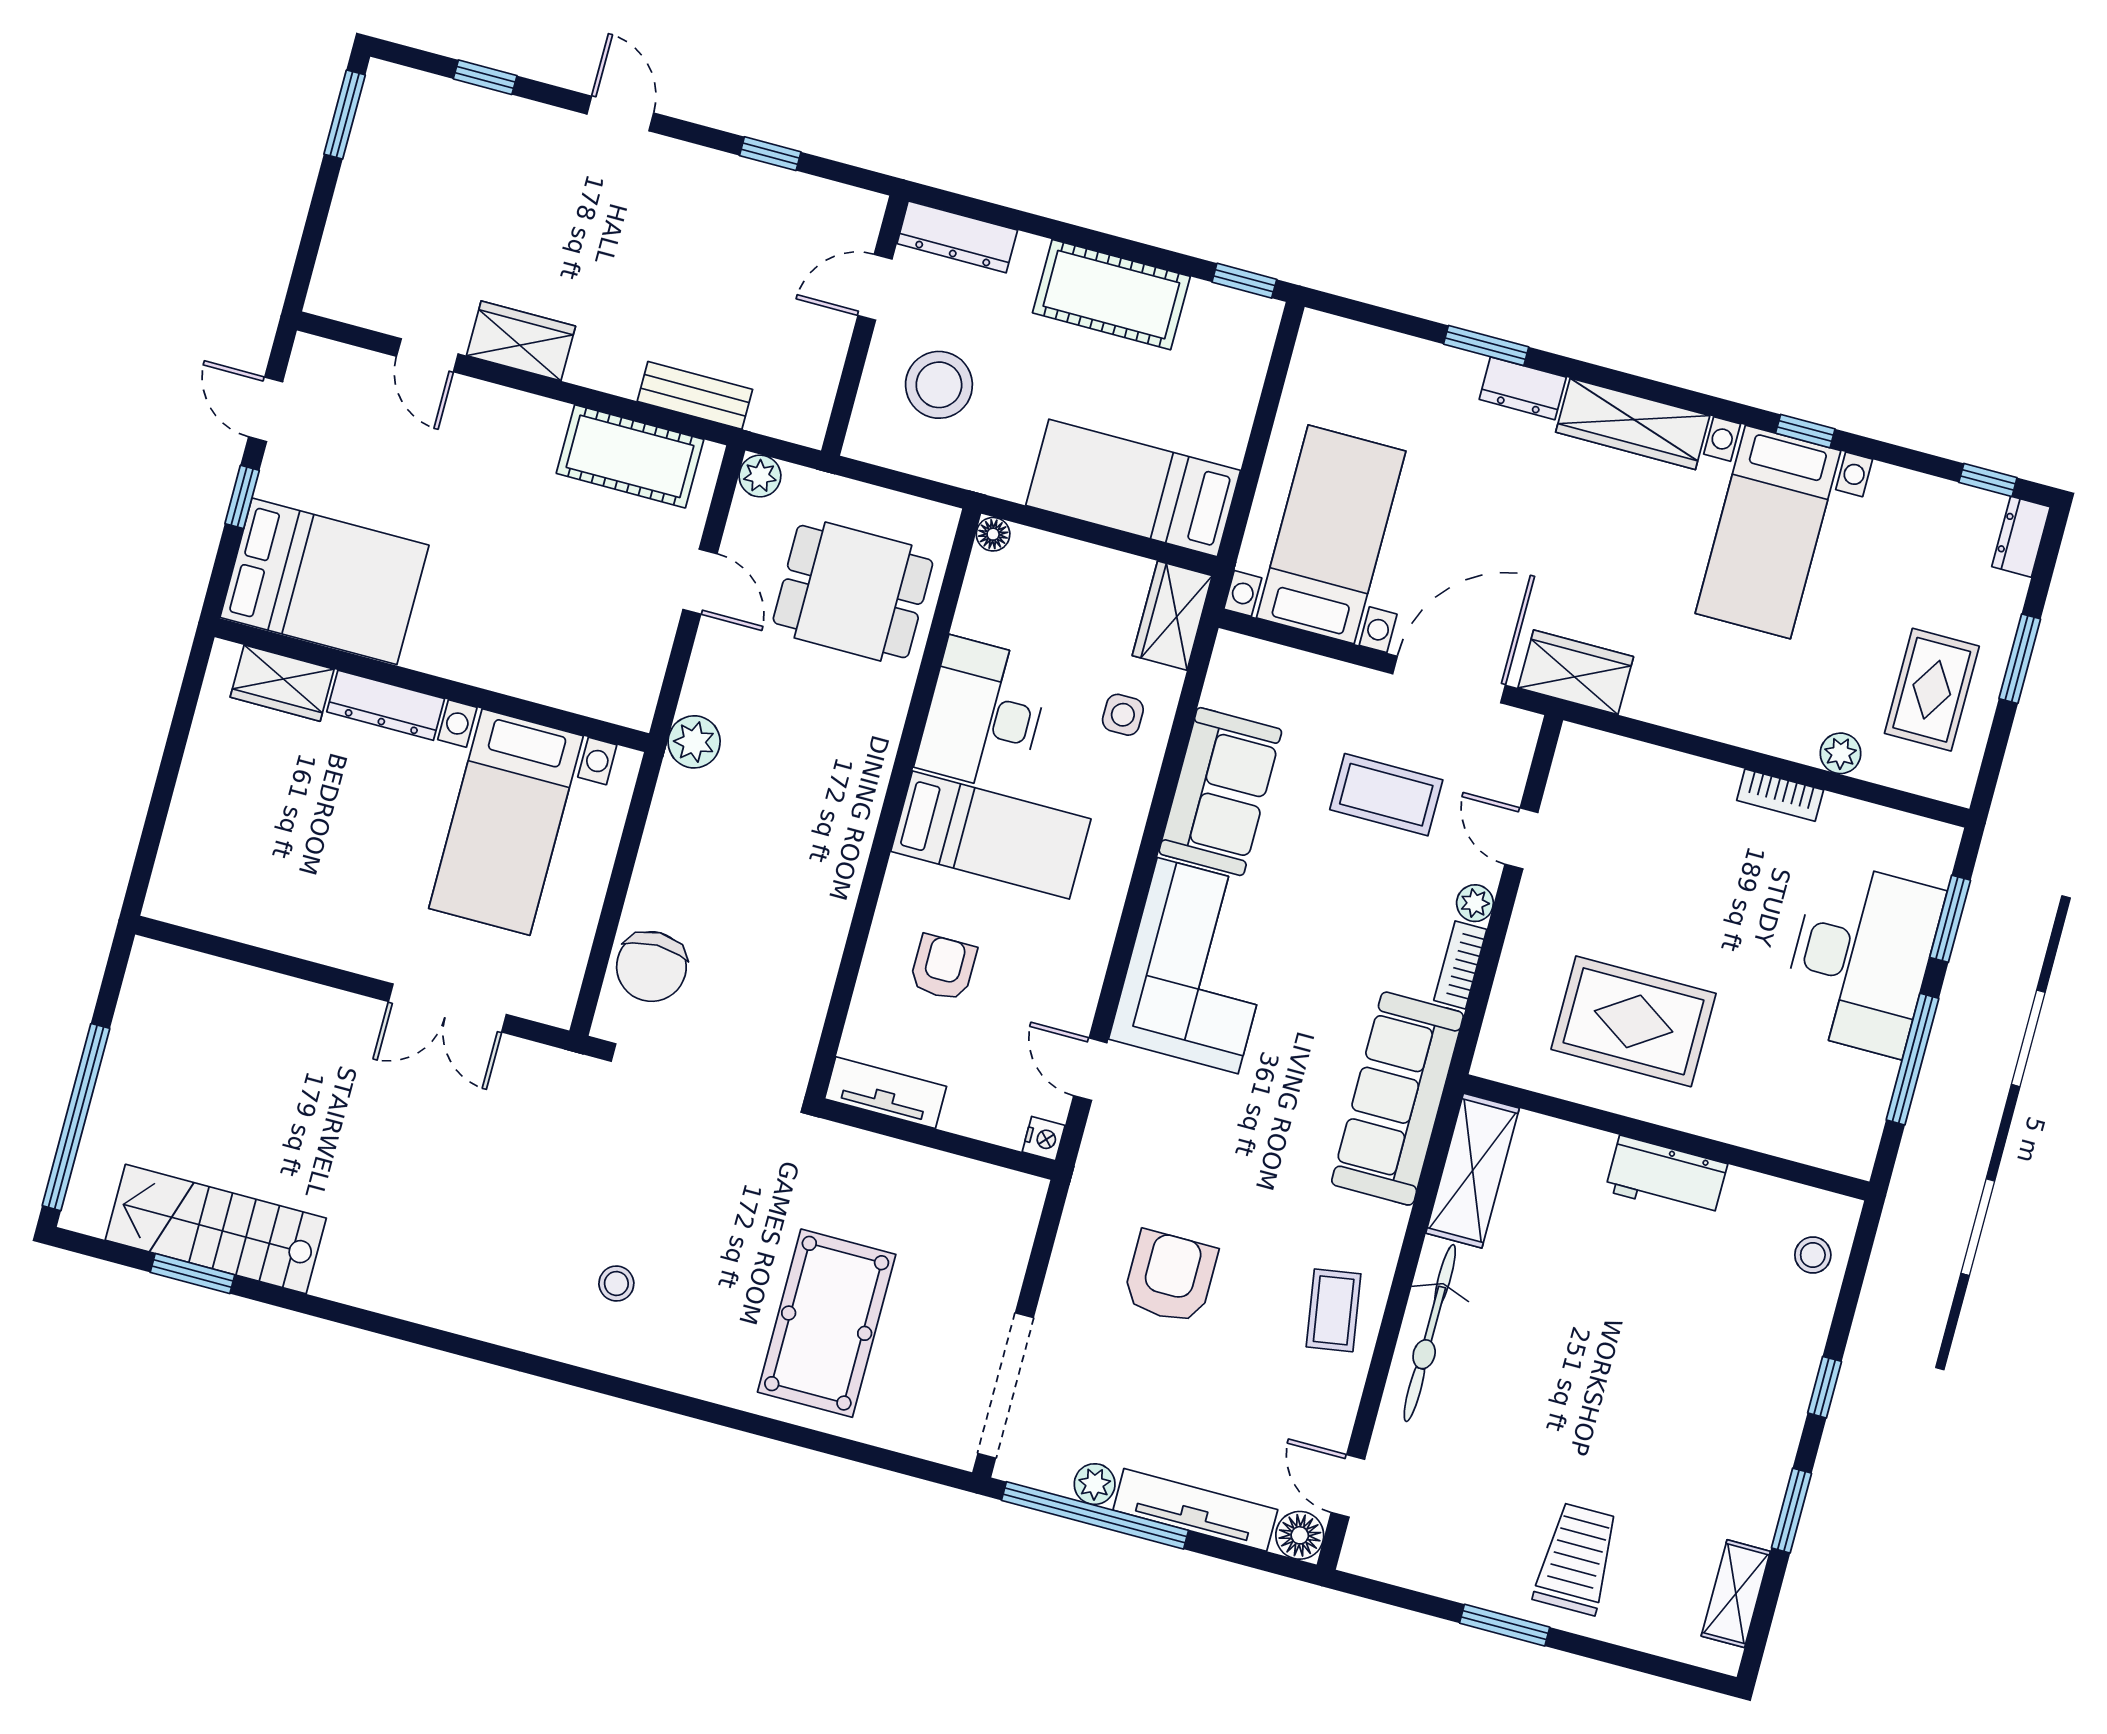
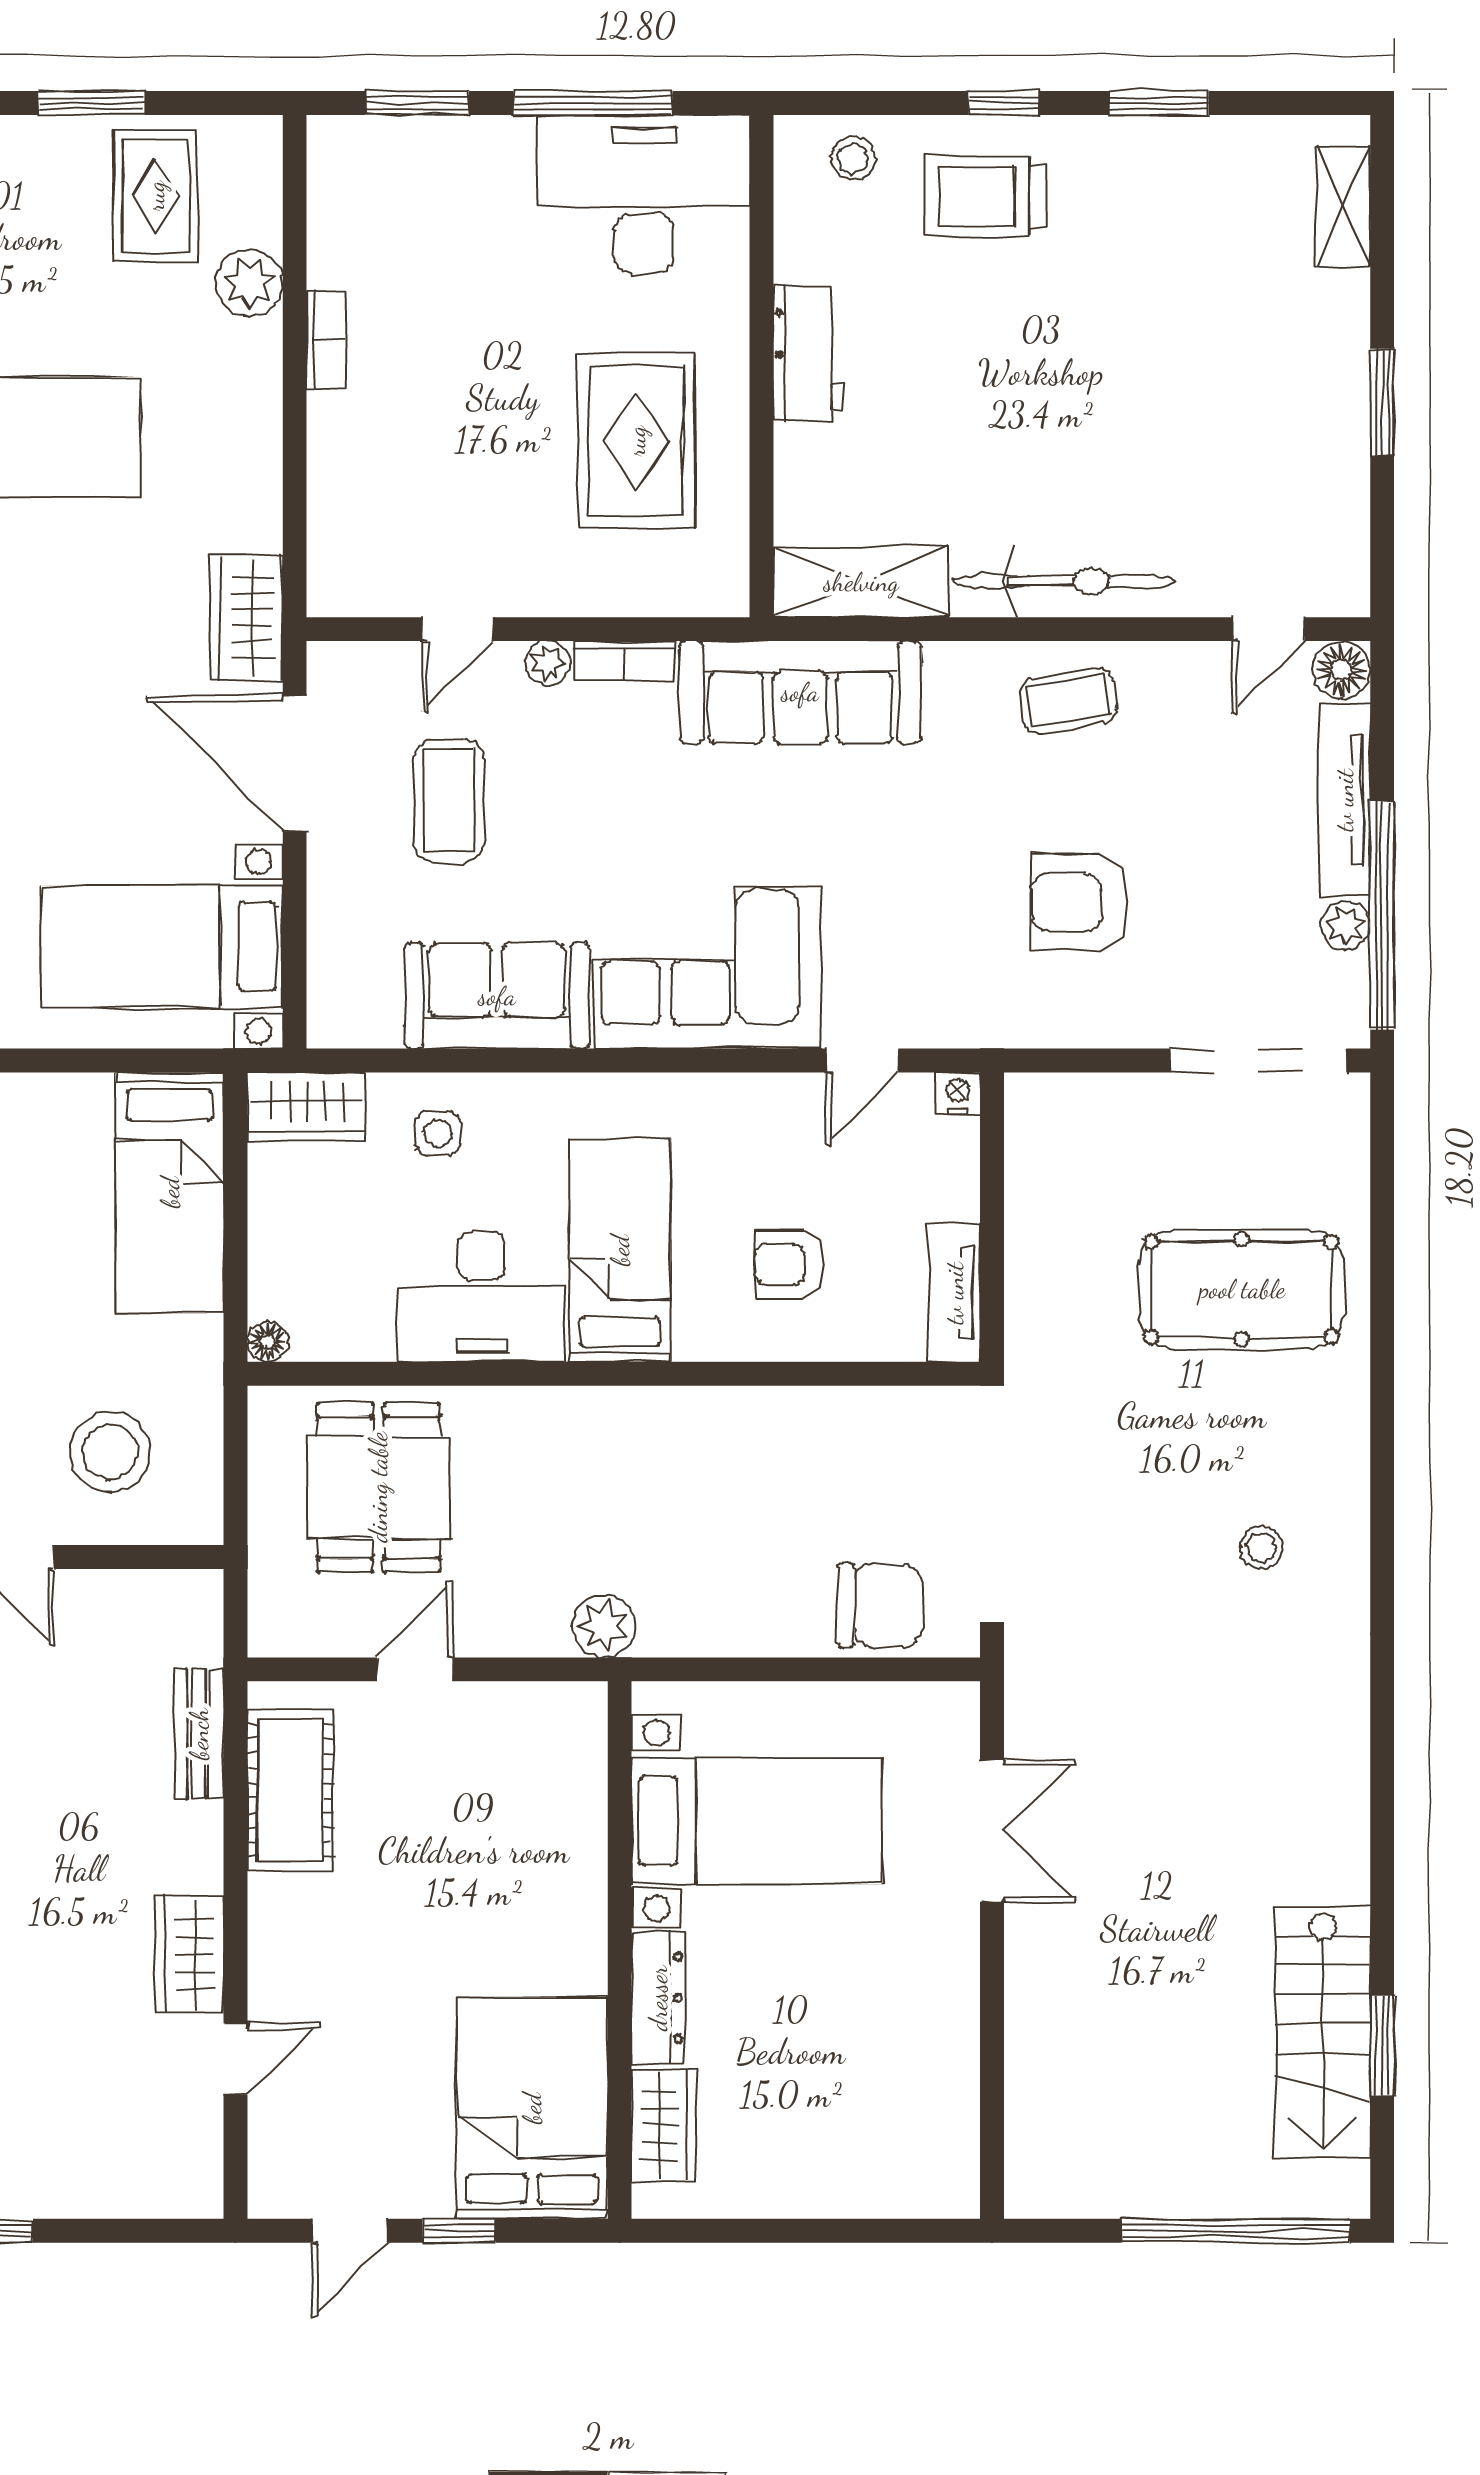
plant: (760, 476) -> (273, 1632), removed
rug: (1932, 690) -> (155, 196), turned 90
plant: (1840, 753) -> (249, 283), width x1.38, depth x1.38
desk: (1861, 958) -> (644, 194), moved
trolley: (1576, 1559) -> (985, 196), moved
shelving: (1736, 1594) -> (1343, 206), moved, turned 90

